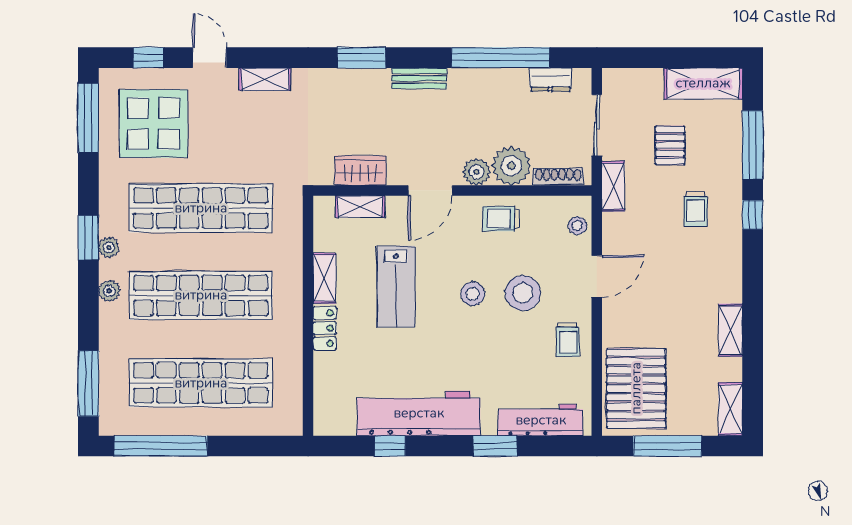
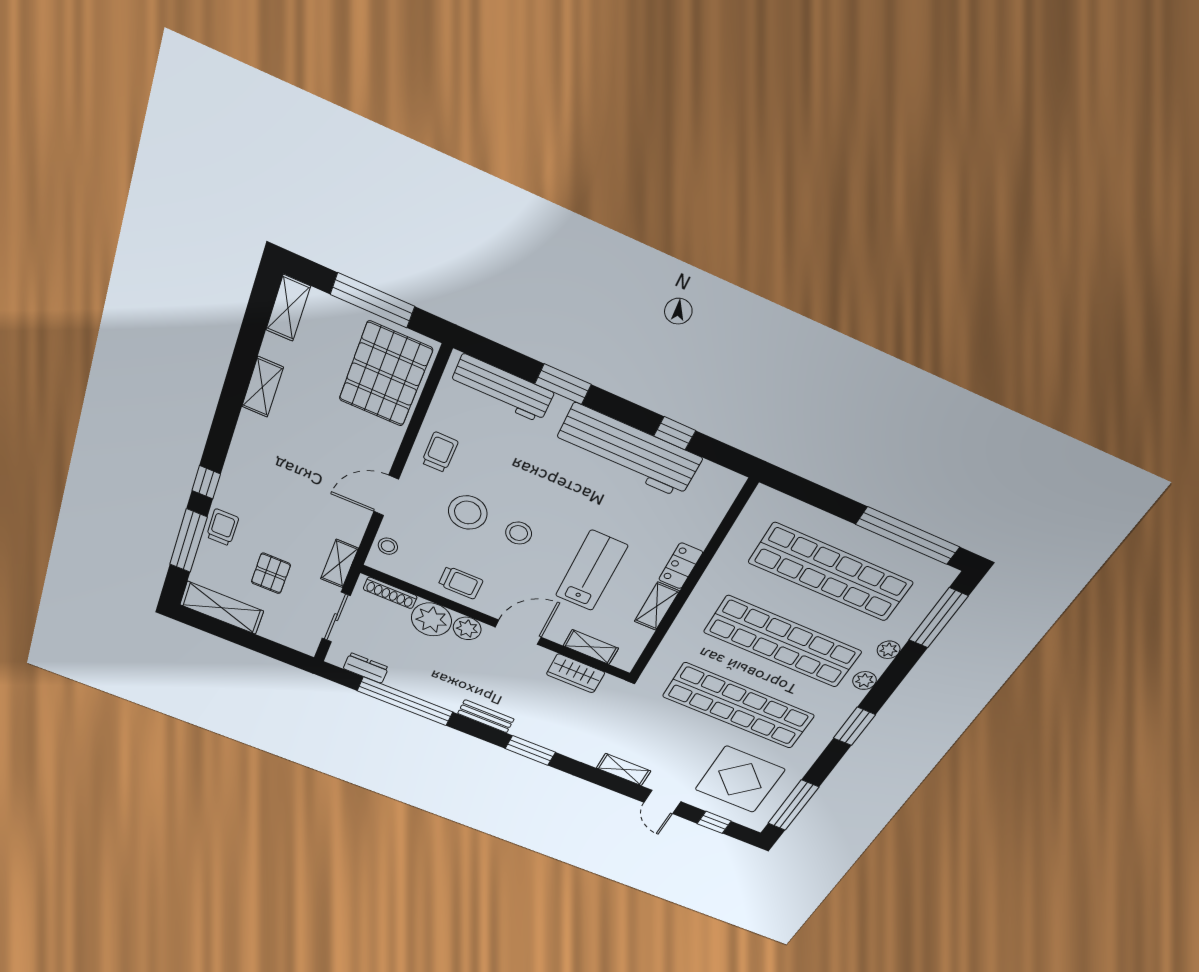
trolley: (696, 209) -> (222, 527), moved
plant: (109, 247) -> (889, 650), moved

